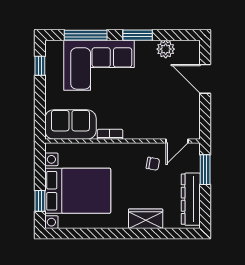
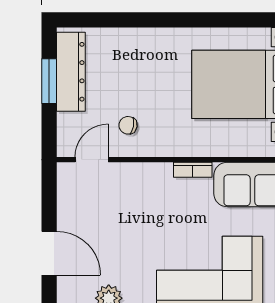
window: (205, 170) -> (49, 81), moved
wardrobe: (146, 219) -> (139, 42), removed

